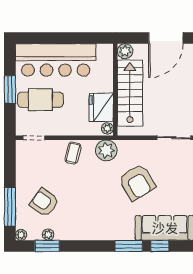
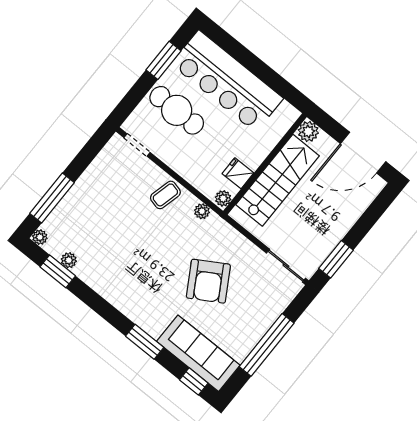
window: (10, 89) -> (163, 60), moved
fridge: (101, 107) -> (238, 173), width x0.53, depth x0.75
plant: (106, 150) -> (202, 211), width x0.53, depth x0.53
armchair: (44, 202) -> (92, 223), removed
window: (160, 246) -> (194, 381), moved

